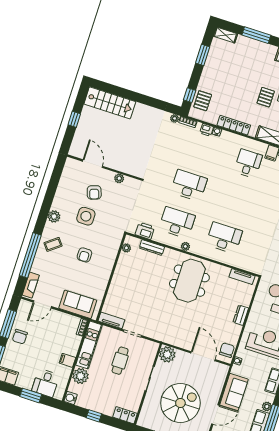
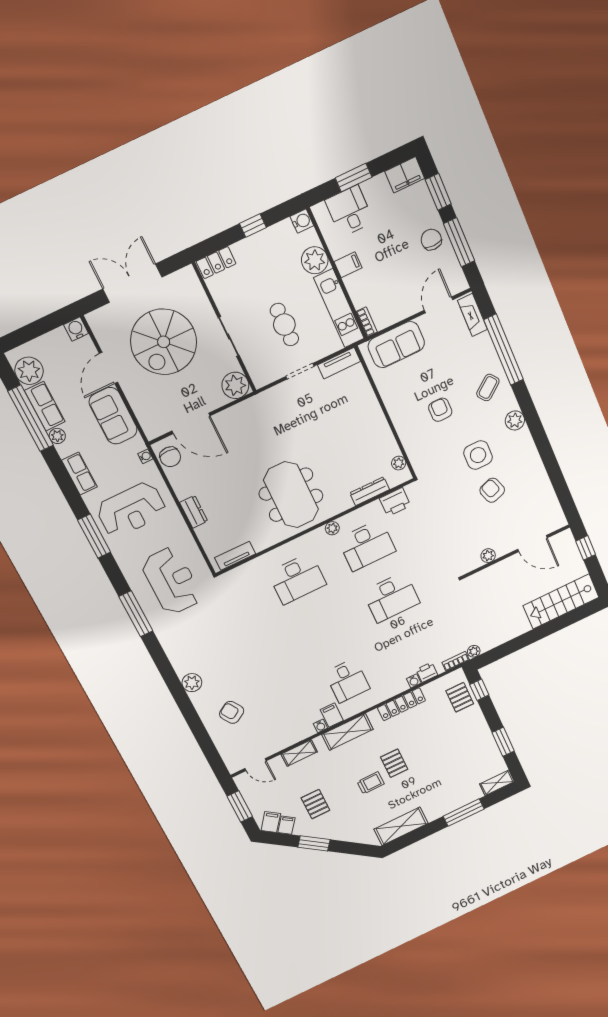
door: (93, 164) -> (533, 544), moved
wall: (104, 167) -> (515, 552), moved
plant: (119, 178) -> (488, 556), moved

